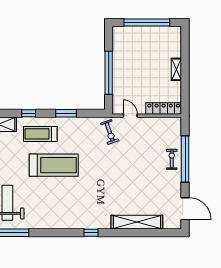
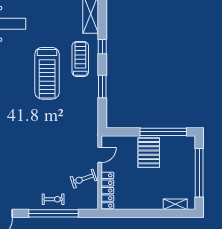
shelving: (176, 69) -> (175, 204), moved
pallet: (128, 70) -> (149, 153), added
window: (109, 73) -> (163, 132), moved
exercise bike: (110, 132) -> (83, 179), moved

